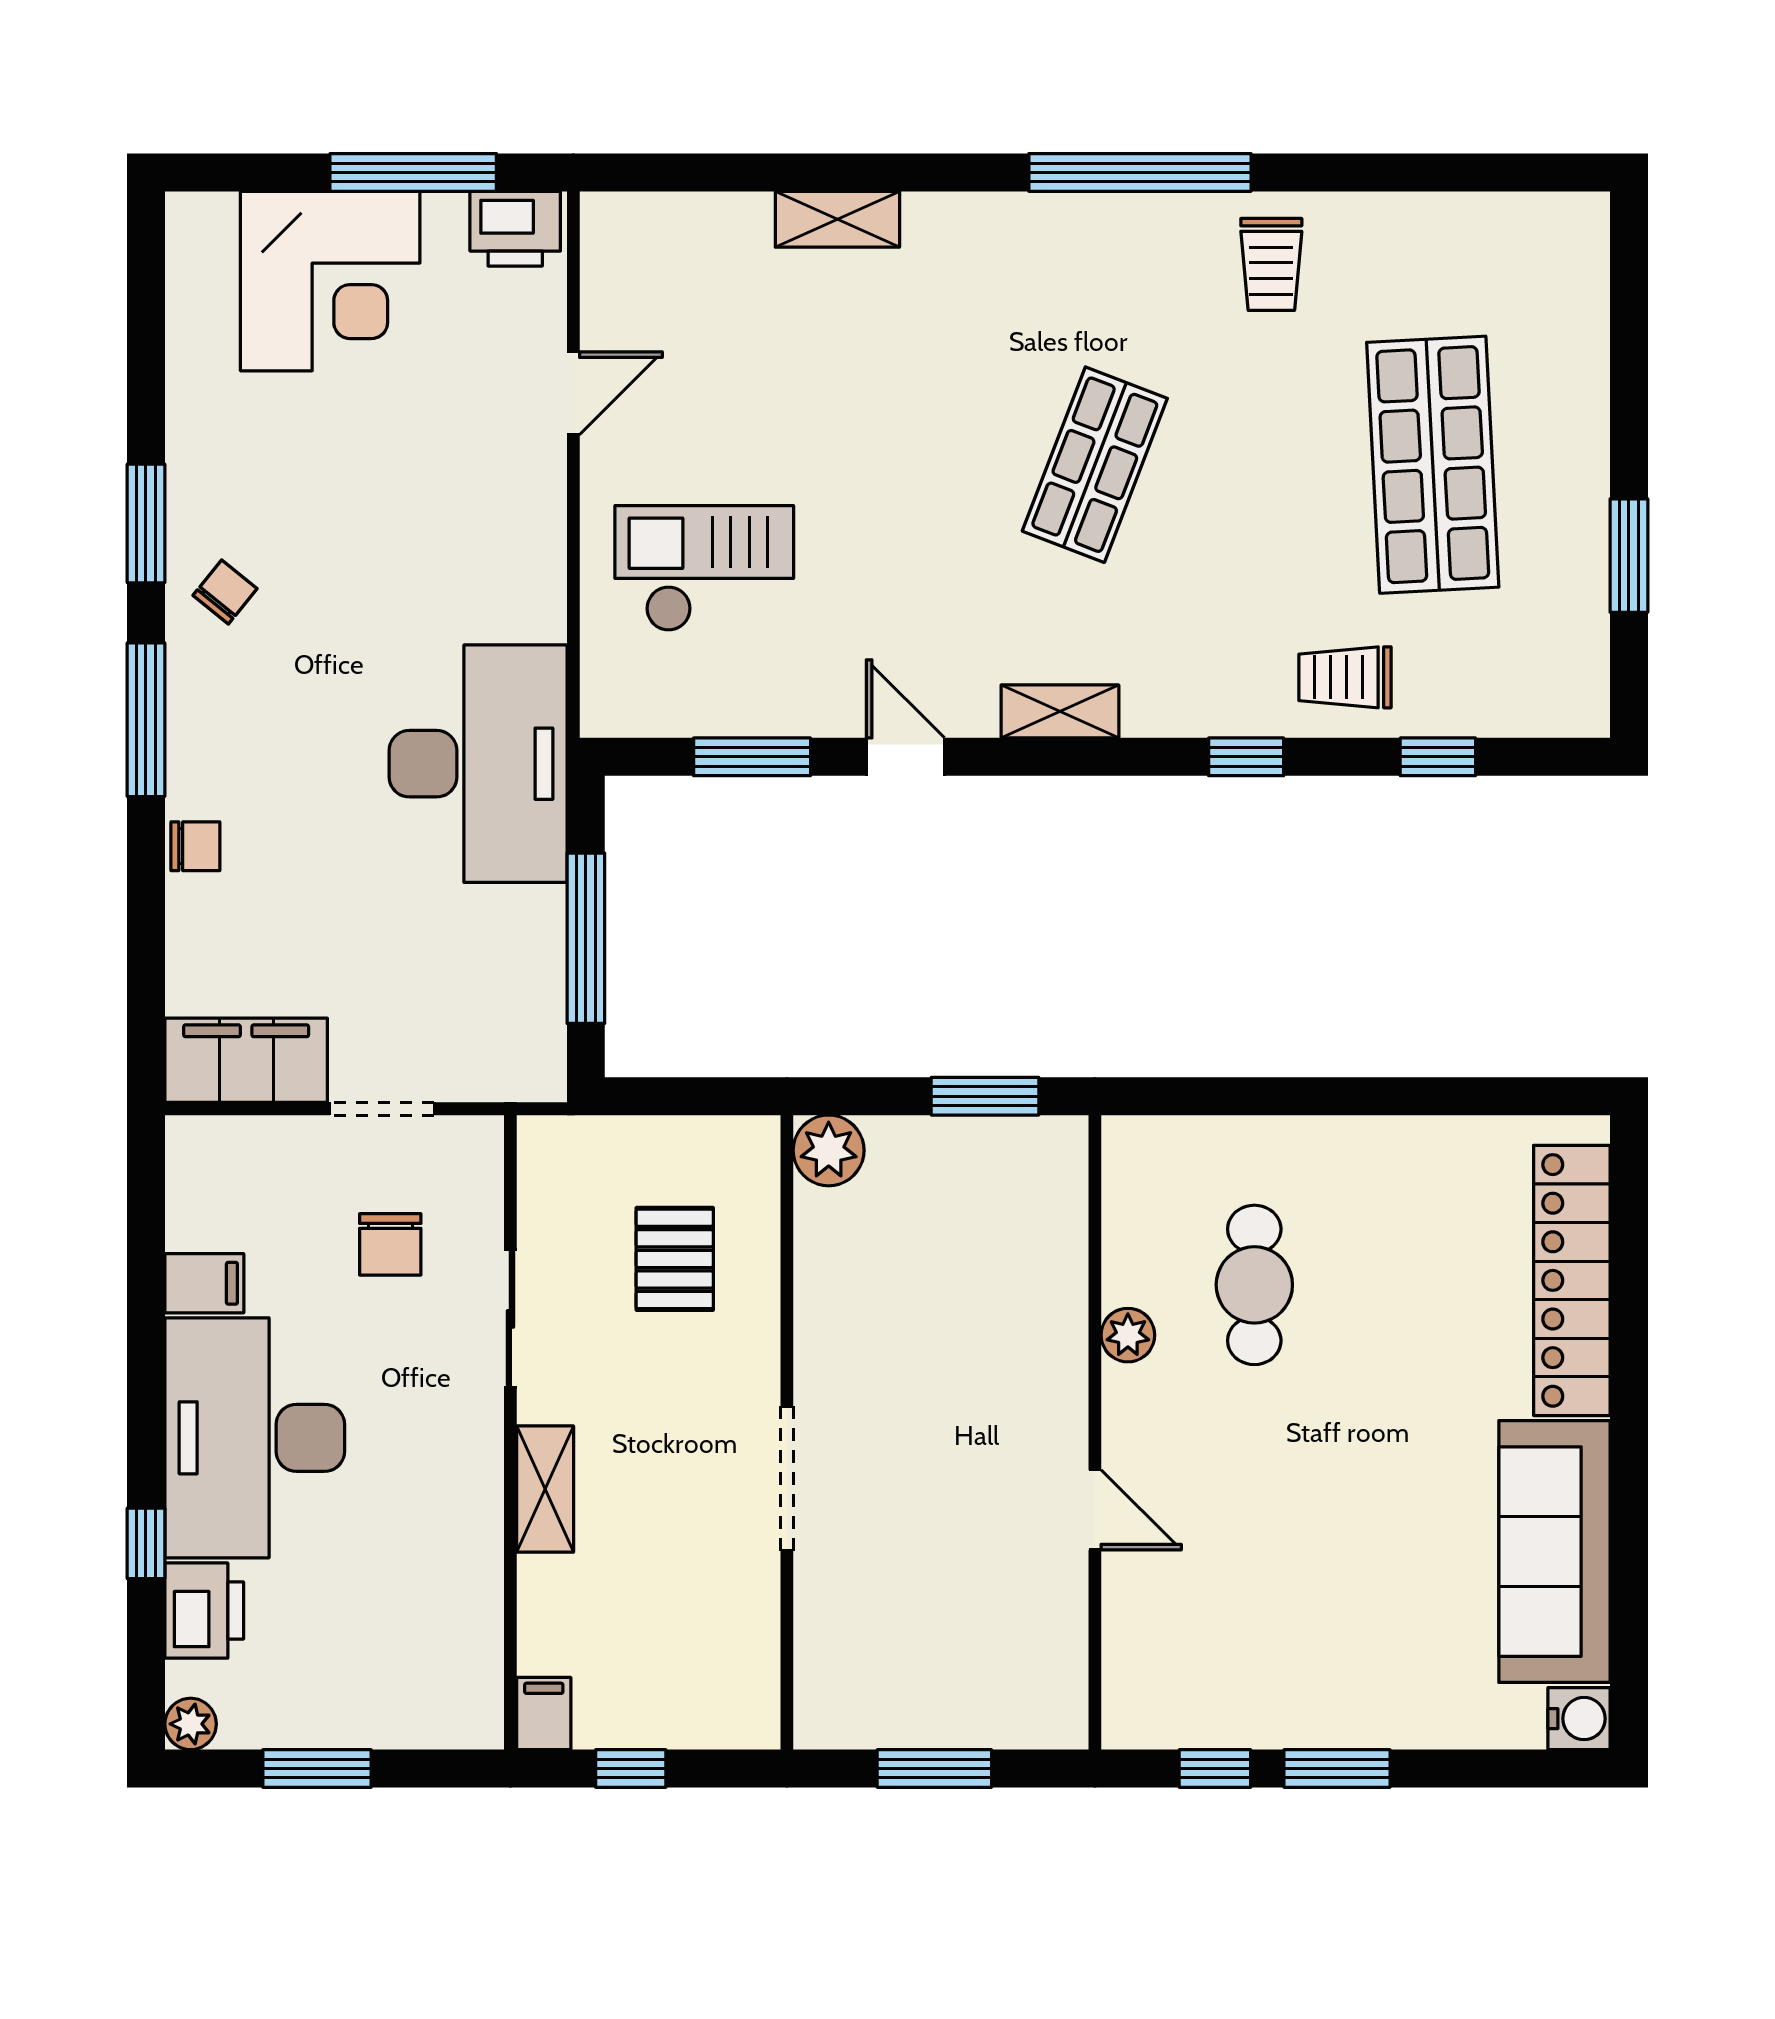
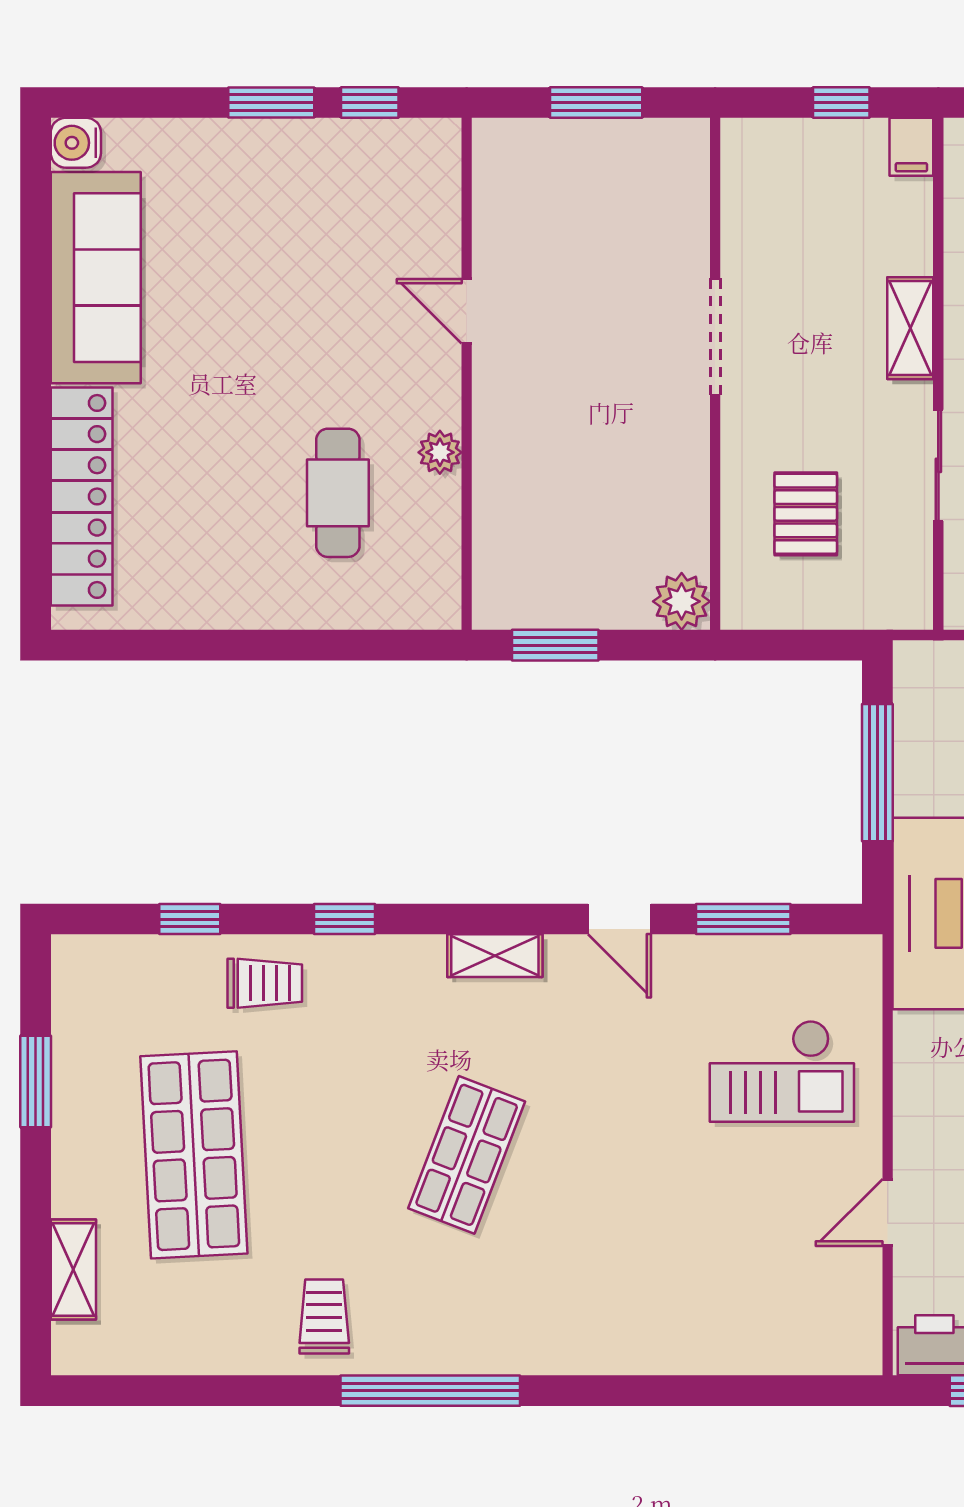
shelving: (837, 219) -> (73, 1269), moved, turned 90

